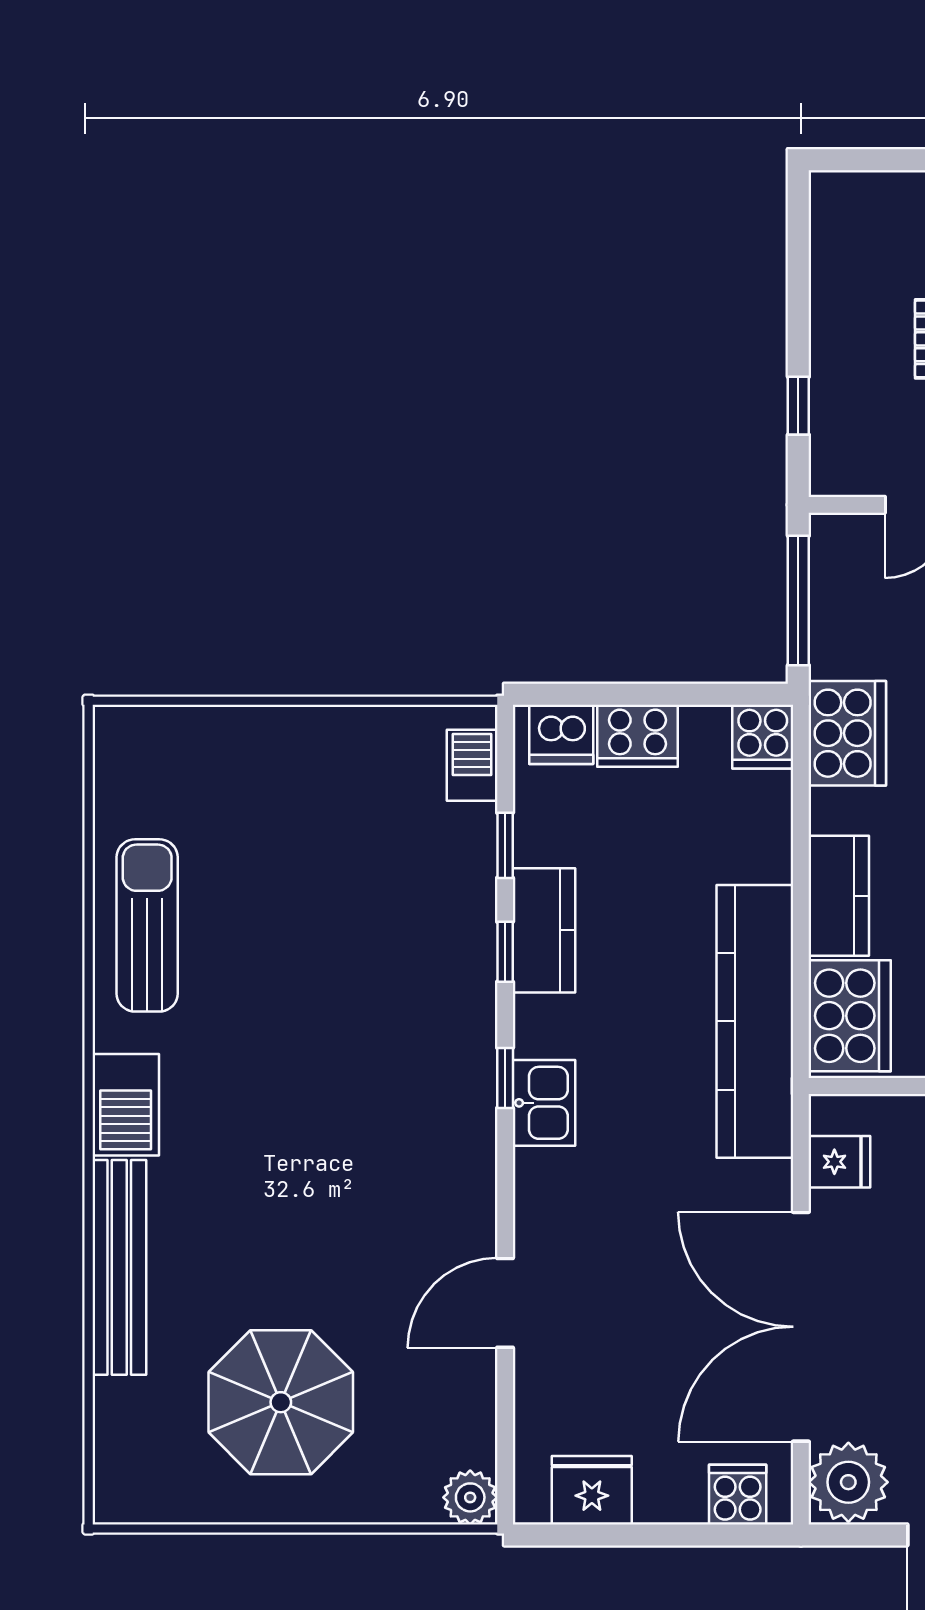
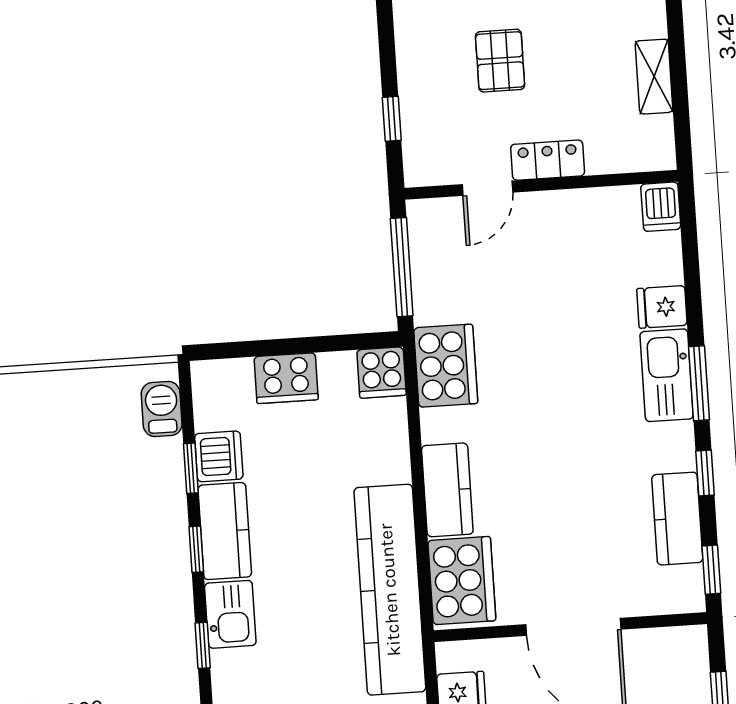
dishwasher: (561, 734) -> (219, 456), moved, turned -90
kitchen sink: (544, 1103) -> (230, 614), moved

